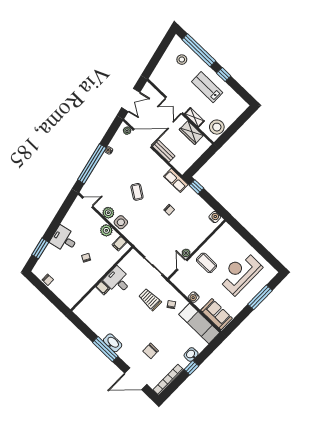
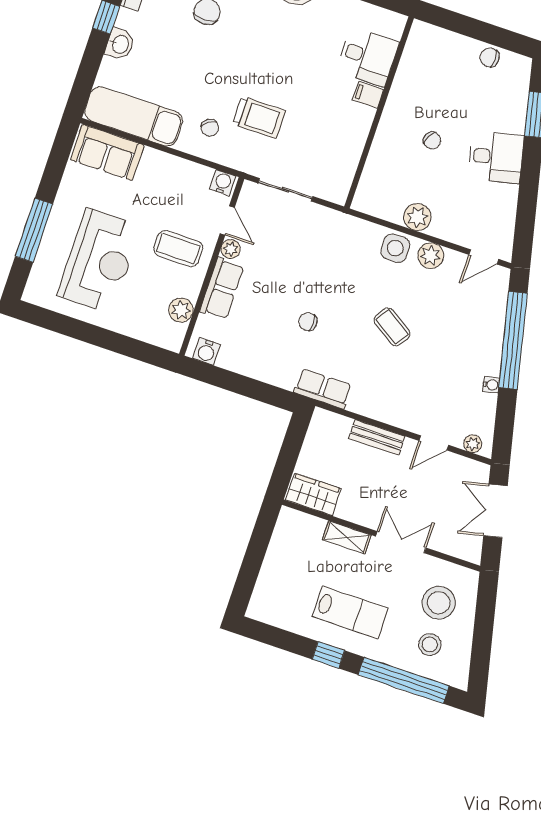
stool: (217, 127) -> (439, 603), moved
wardrobe: (191, 133) -> (313, 494), moved
door: (142, 138) -> (434, 443), width x0.53
window: (196, 187) -> (274, 396), removed
plant: (217, 238) -> (181, 310), added
row of seats: (197, 239) -> (222, 289), added
filing cabinet: (119, 243) -> (377, 203), removed
desk: (118, 280) -> (367, 57), moved
water cooler: (194, 297) -> (223, 183), moved

